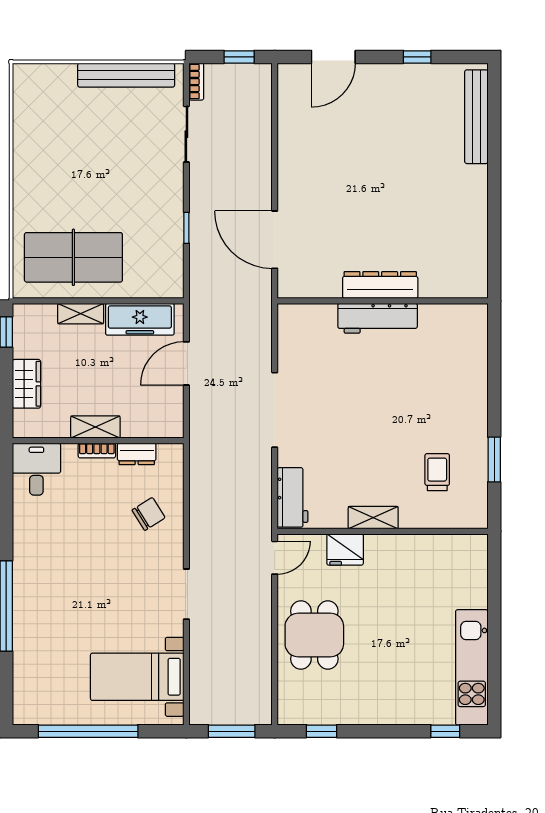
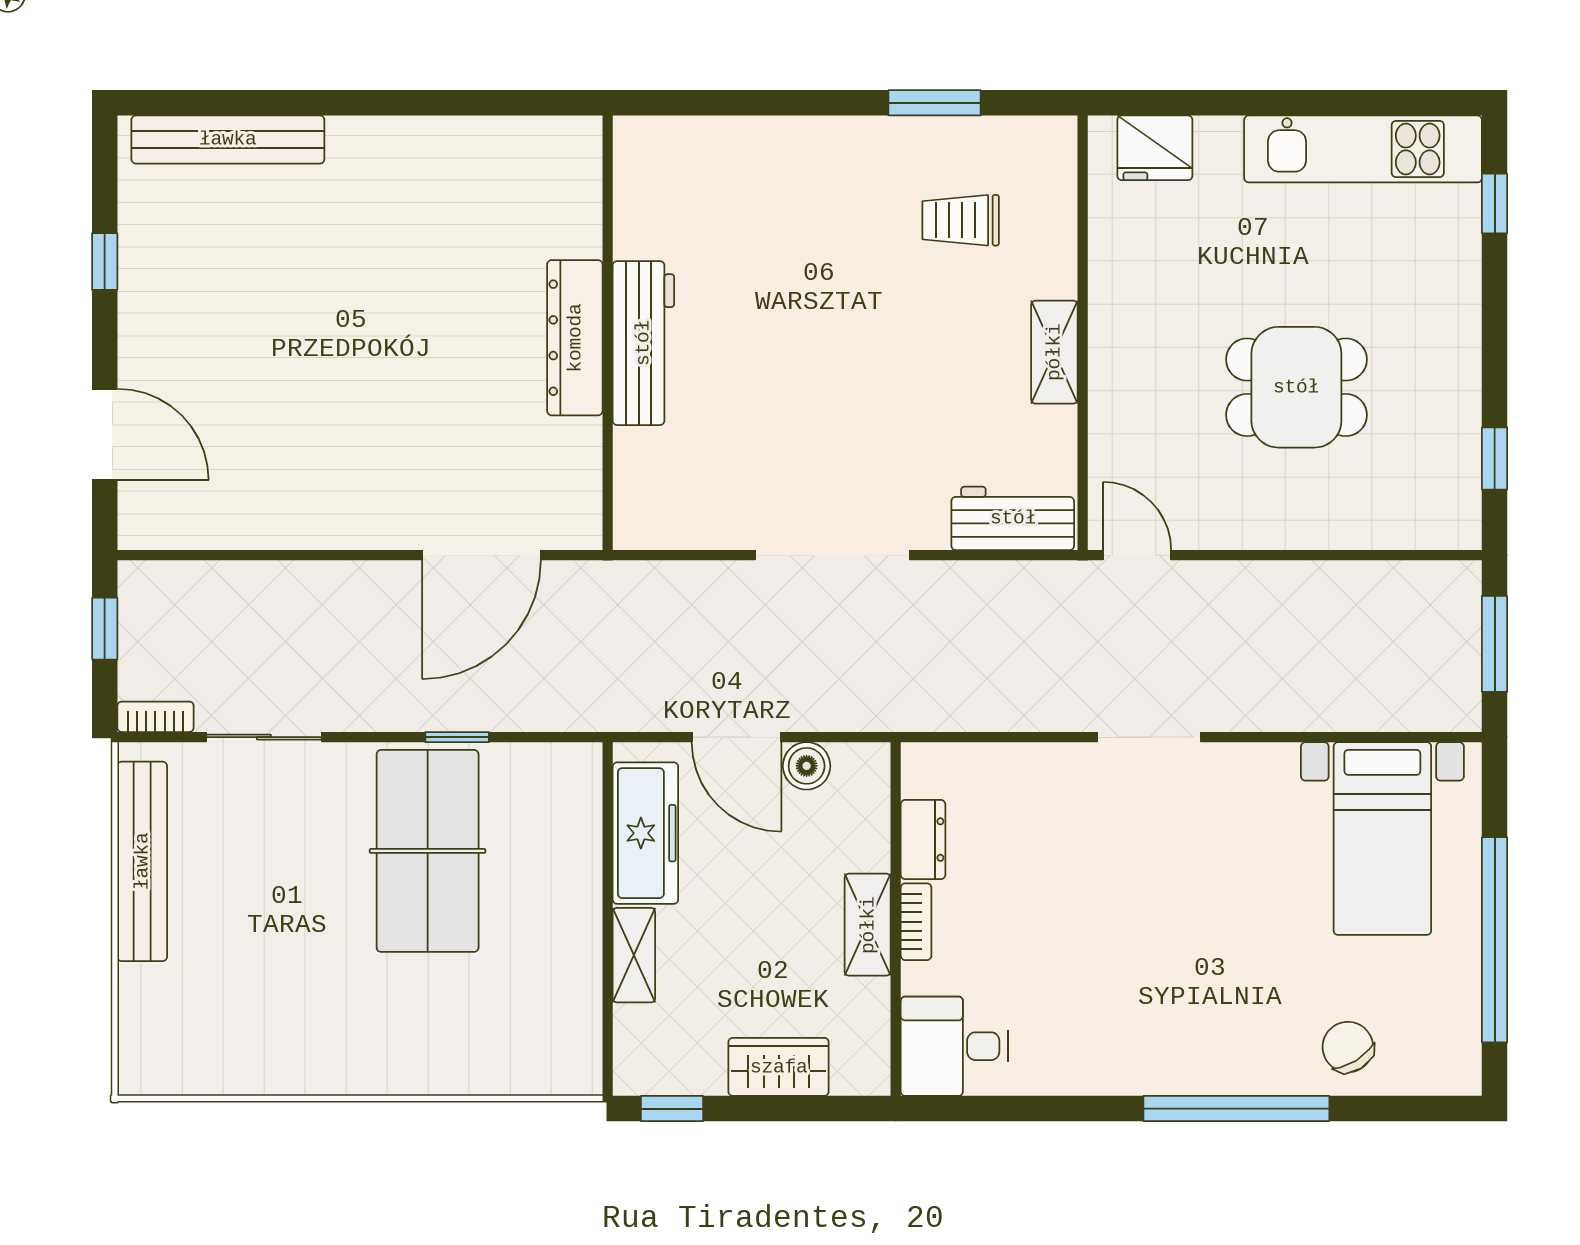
table tennis table: (73, 257) -> (428, 851), moved
boiler: (172, 397) -> (807, 766), added
chair: (149, 514) -> (1348, 1047), moved
fridge: (345, 549) -> (1155, 148), moved, turned 90
doorway: (186, 594) -> (1149, 737), moved
dining table: (314, 635) -> (1296, 387), moved

